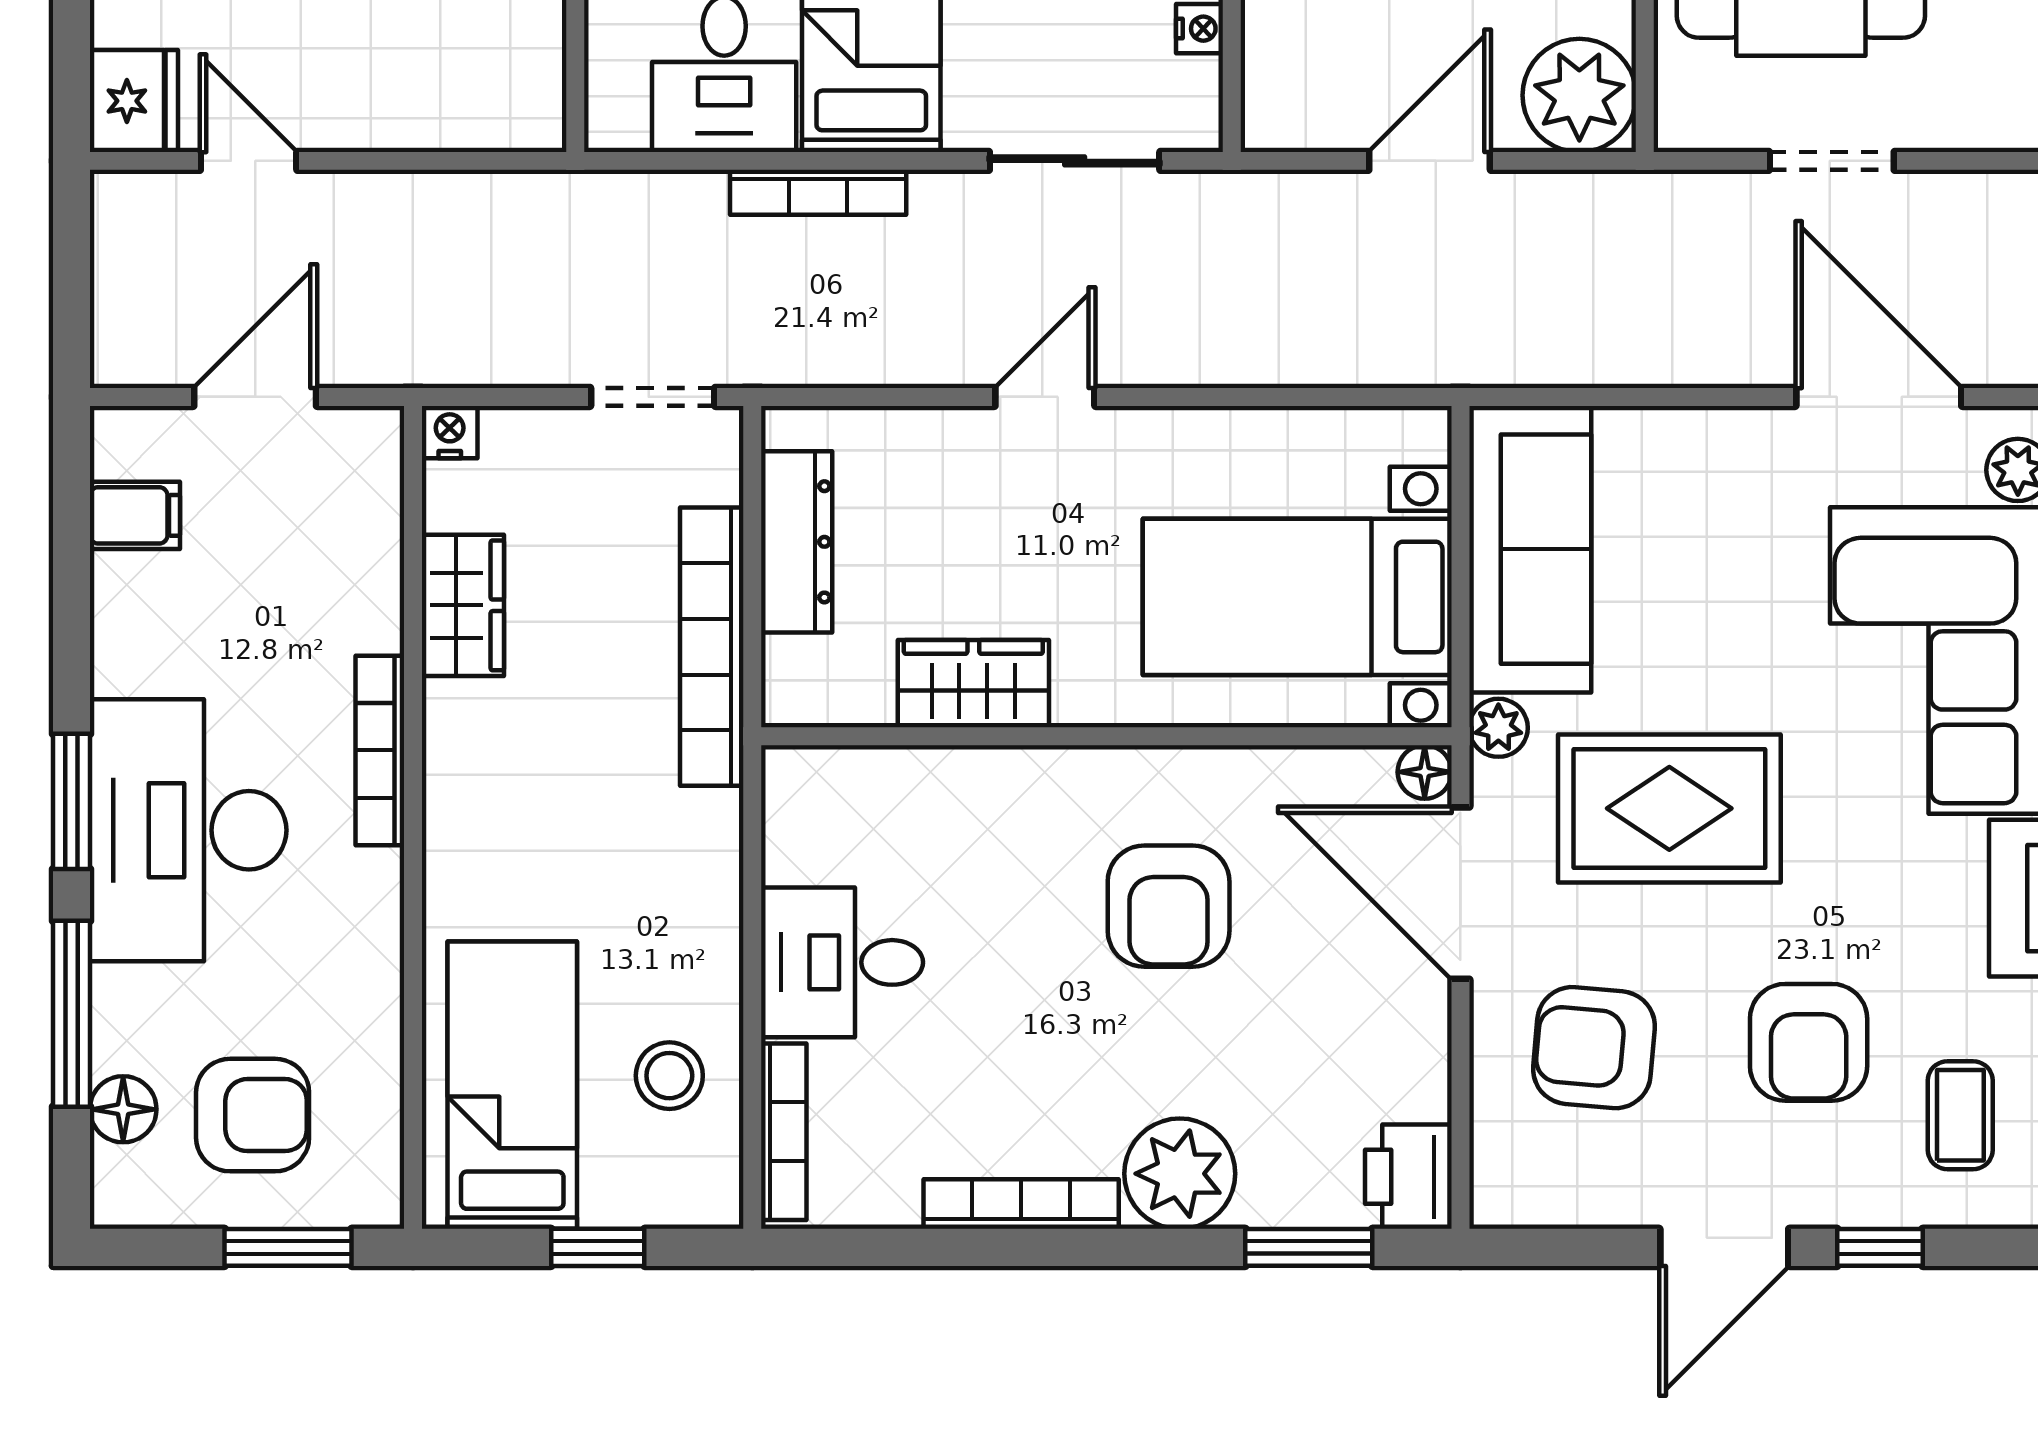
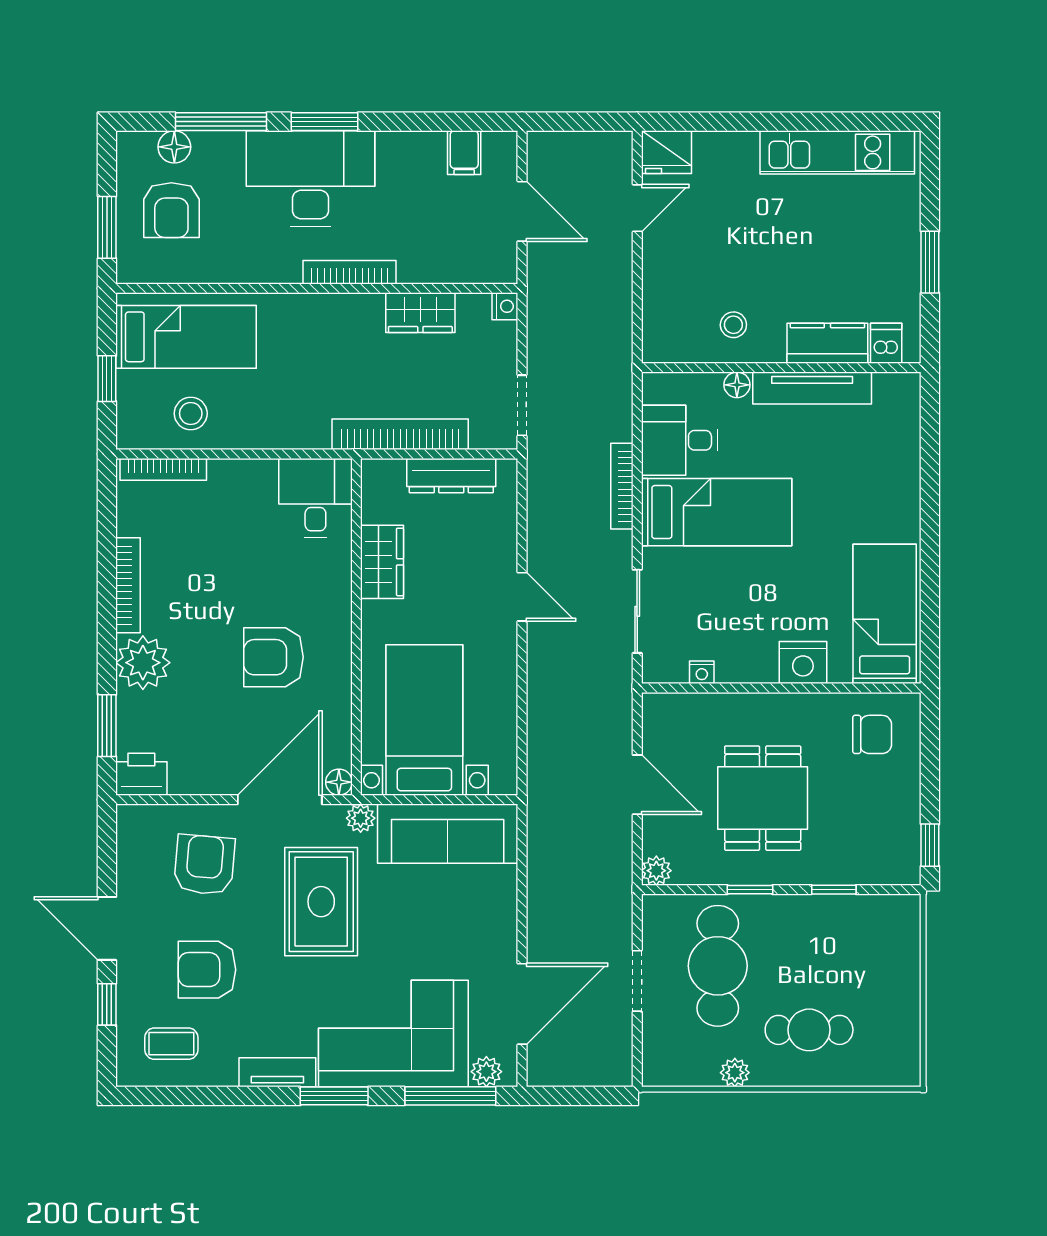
plant: (1579, 95) -> (656, 871), width x0.53, depth x0.53
desk: (842, 962) -> (315, 498), moved

